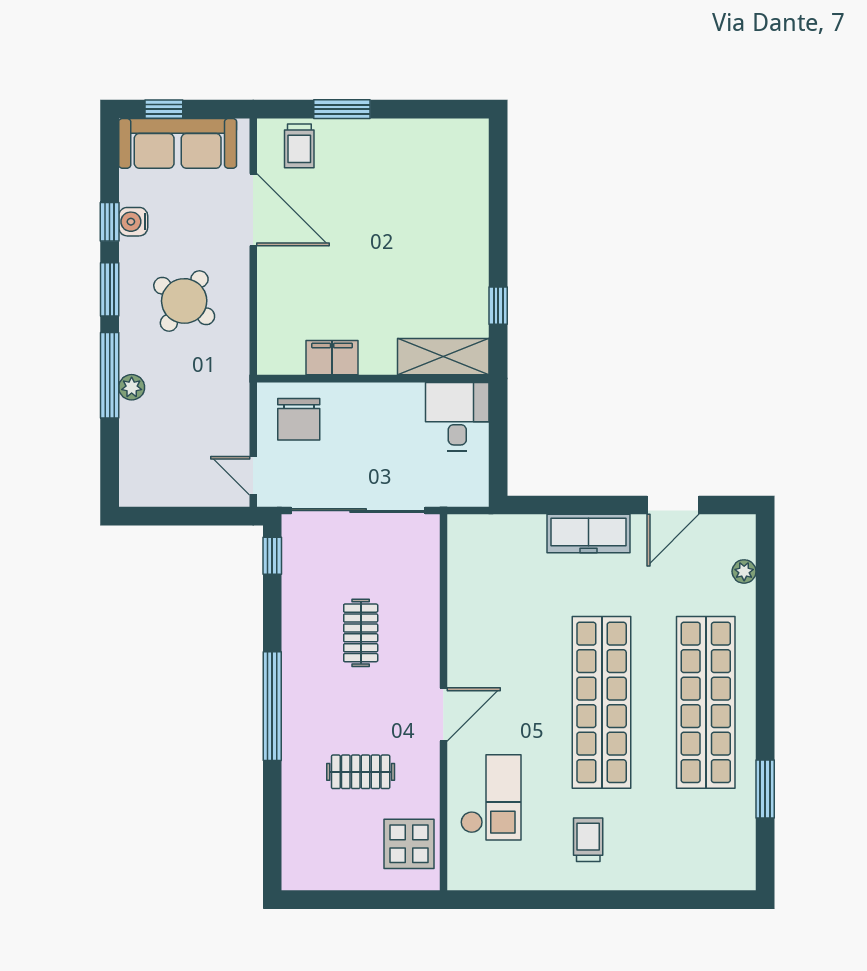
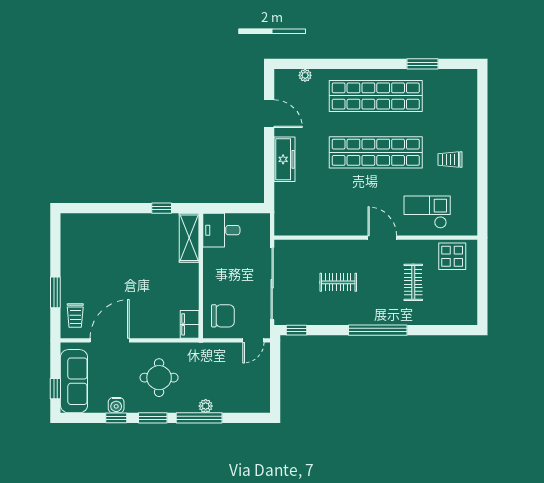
trolley: (299, 146) -> (75, 315), turned 90
round table: (184, 301) -> (159, 378), turned -35
filing cabinet: (332, 358) -> (190, 324), moved

